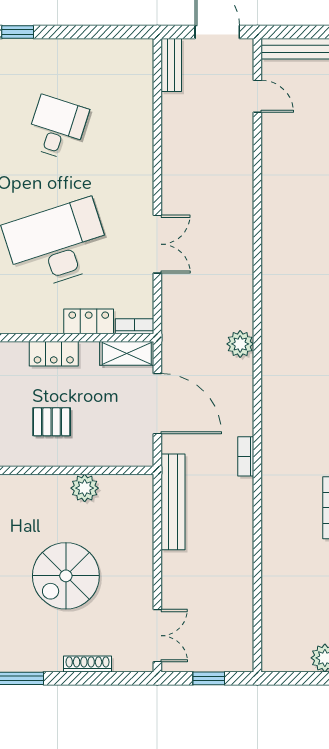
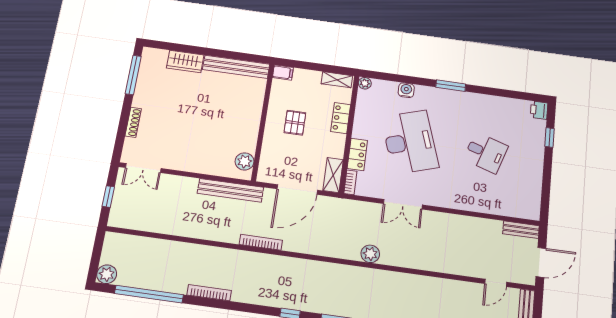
plant: (240, 344) -> (370, 254), moved
locker: (54, 354) -> (341, 118), moved
bookcase: (246, 456) -> (261, 242), width x1.56
plant: (85, 488) -> (245, 161), moved
spiral stairs: (66, 576) -> (193, 117), removed

